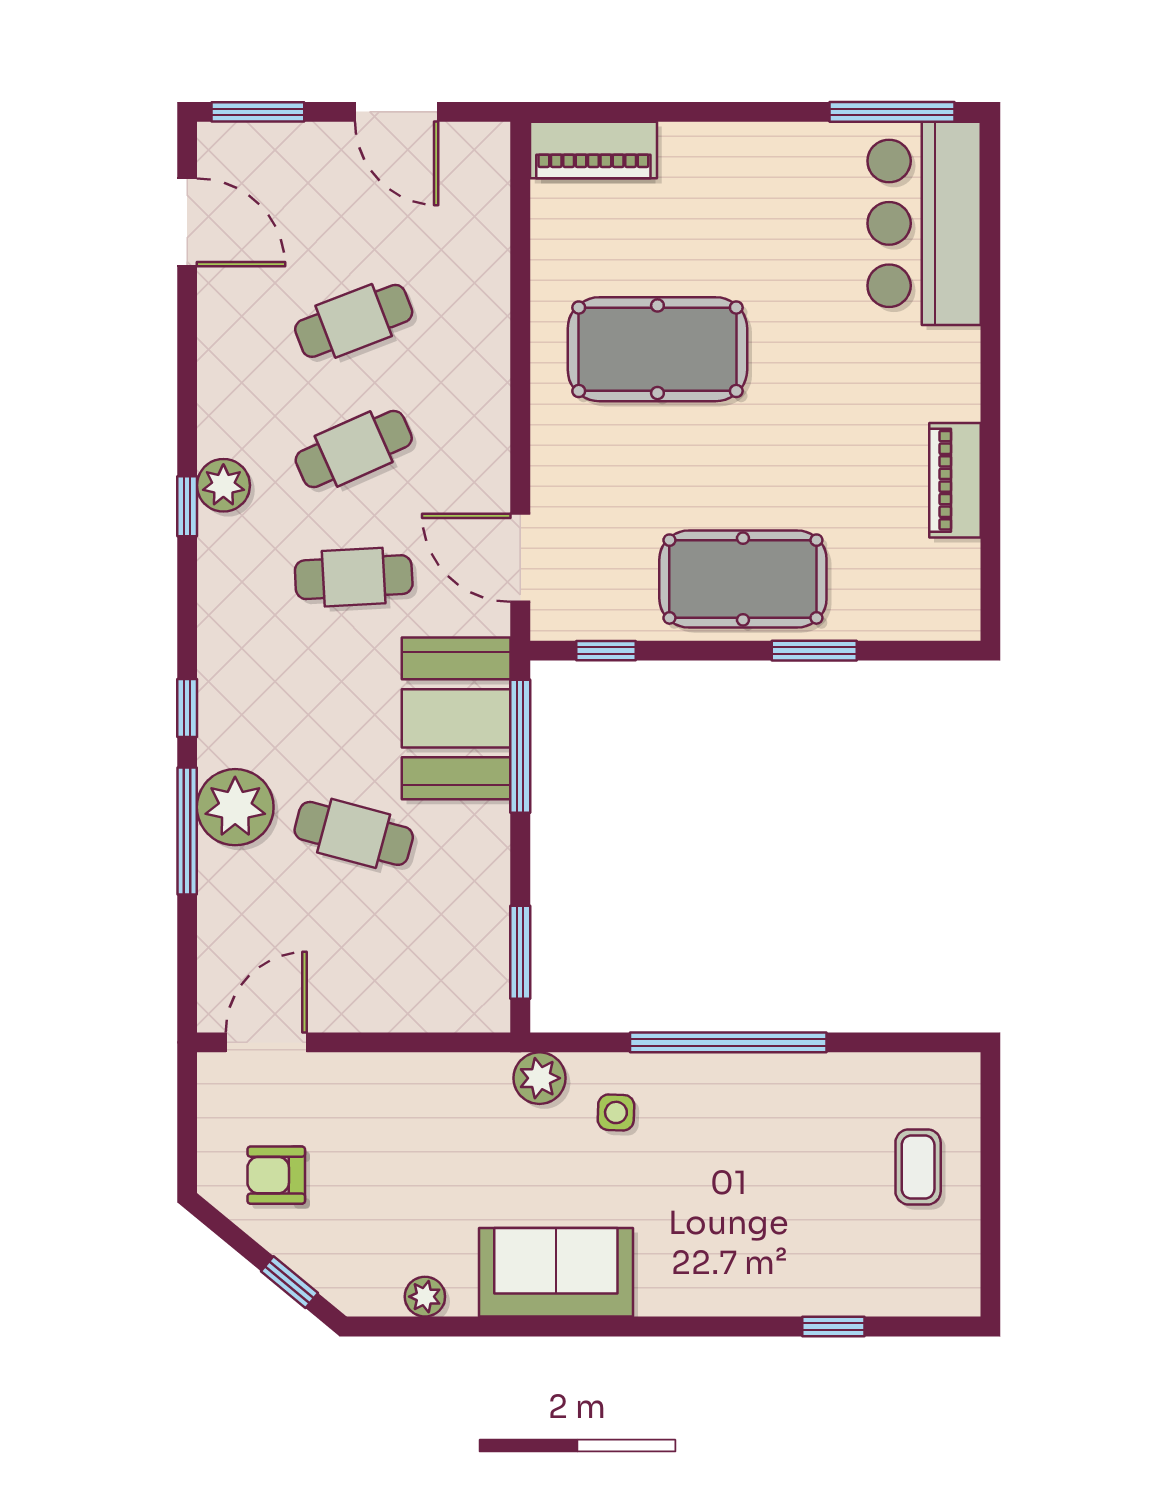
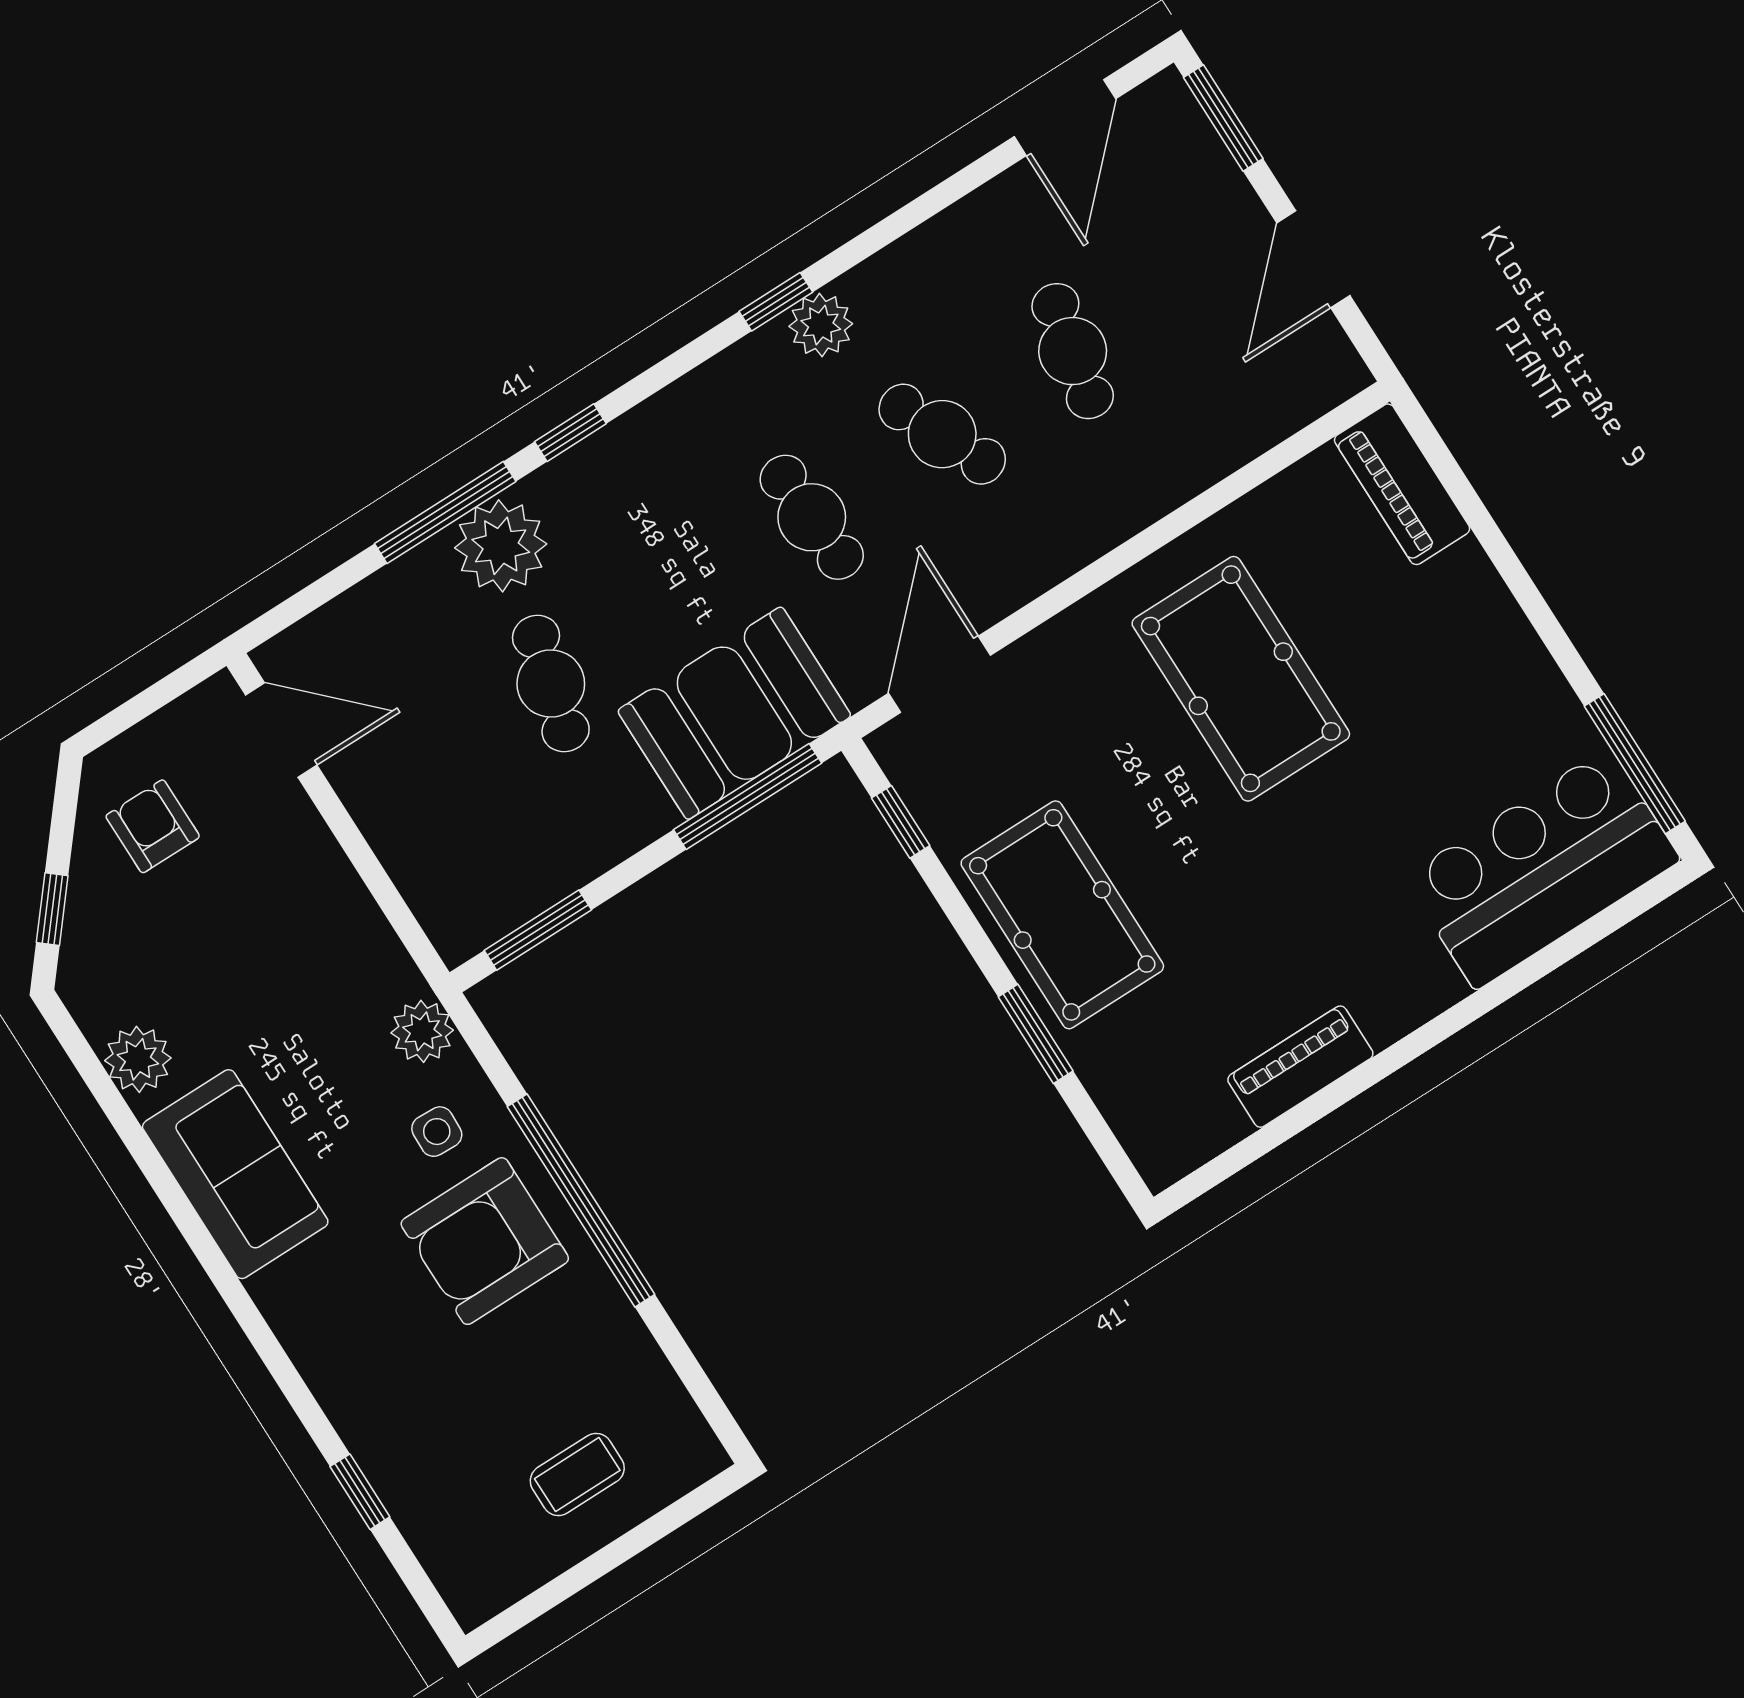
cafe table: (354, 321) -> (1073, 351), turned 33
armchair: (714, 1128) -> (485, 1241), added
plant: (425, 1297) -> (138, 1059), width x1.38, depth x1.38

